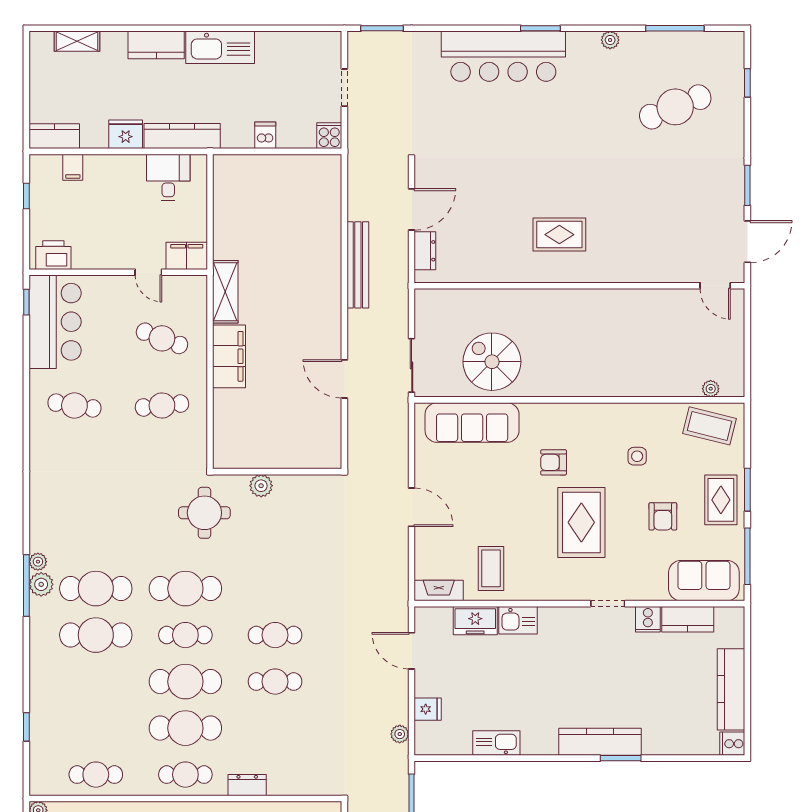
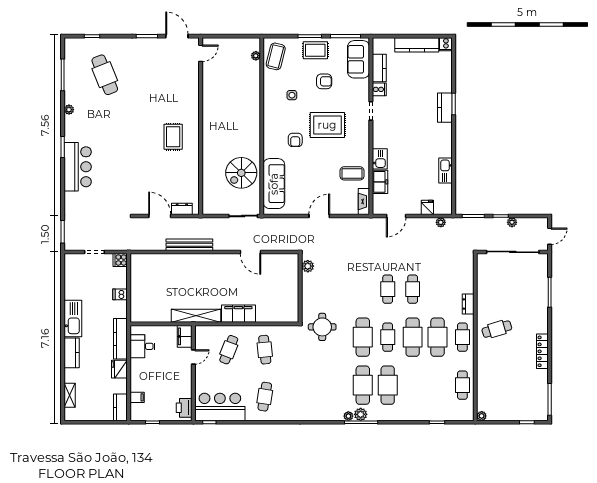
bar counter: (503, 56) -> (78, 167), width x0.73
shelving: (225, 292) -> (196, 316), width x1.47
door: (344, 379) -> (250, 252), hinge flipped
plant: (261, 486) -> (308, 266), moved
kitchen counter: (600, 742) -> (445, 108), width x0.67

